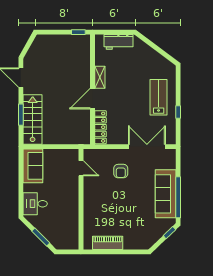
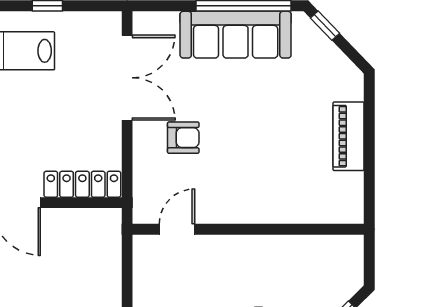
double door: (147, 147) -> (127, 78), swing flipped
piano: (108, 243) -> (349, 136), moved

